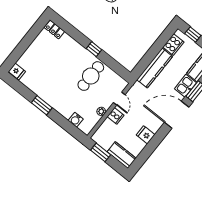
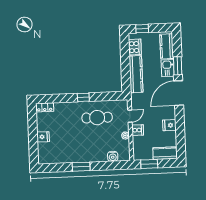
fridge: (17, 71) -> (43, 137), moved
cafe table: (91, 76) -> (97, 118), turned 90
door: (119, 99) -> (130, 116), hinge flipped

